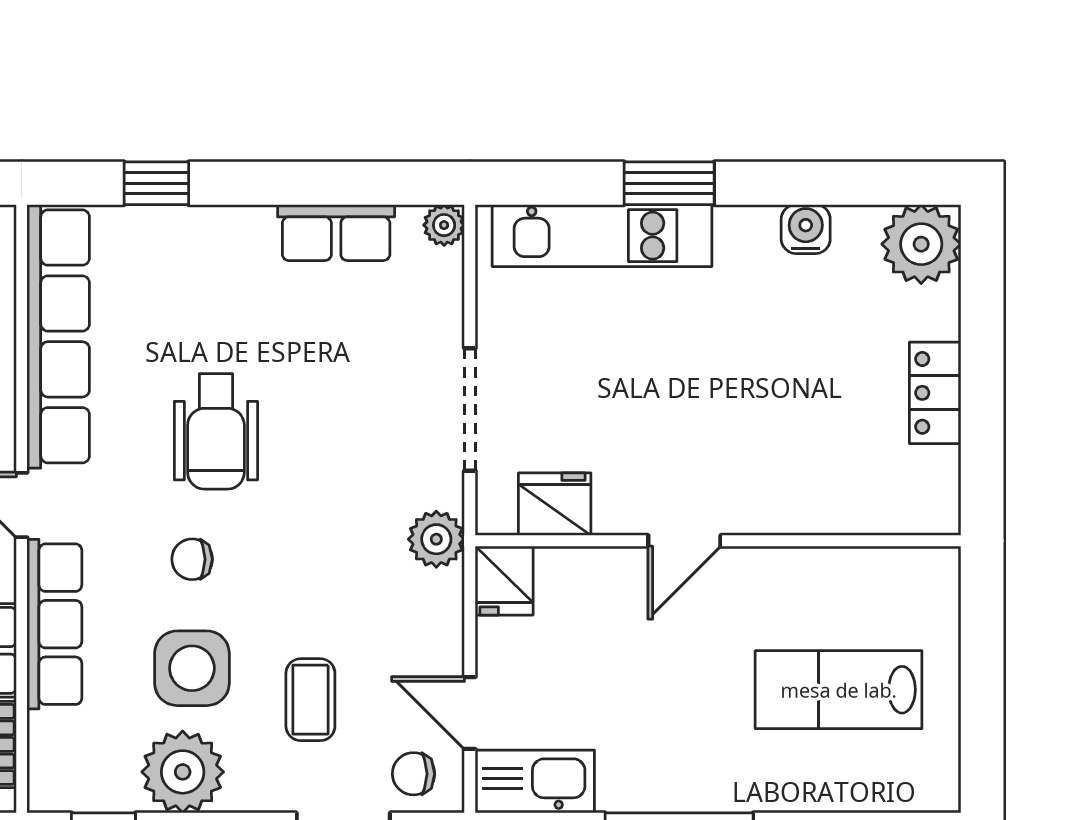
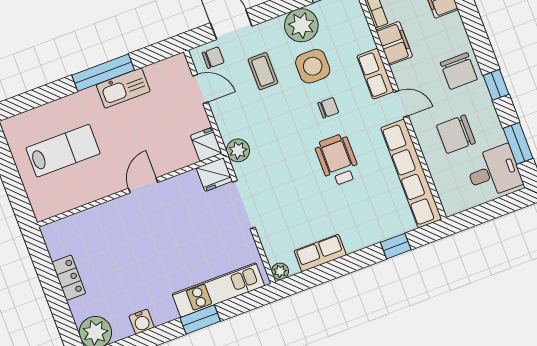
fridge: (555, 504) -> (214, 175), moved
row of seats: (54, 624) -> (375, 74), width x0.68
kitchen sink: (535, 781) -> (123, 88), moved

